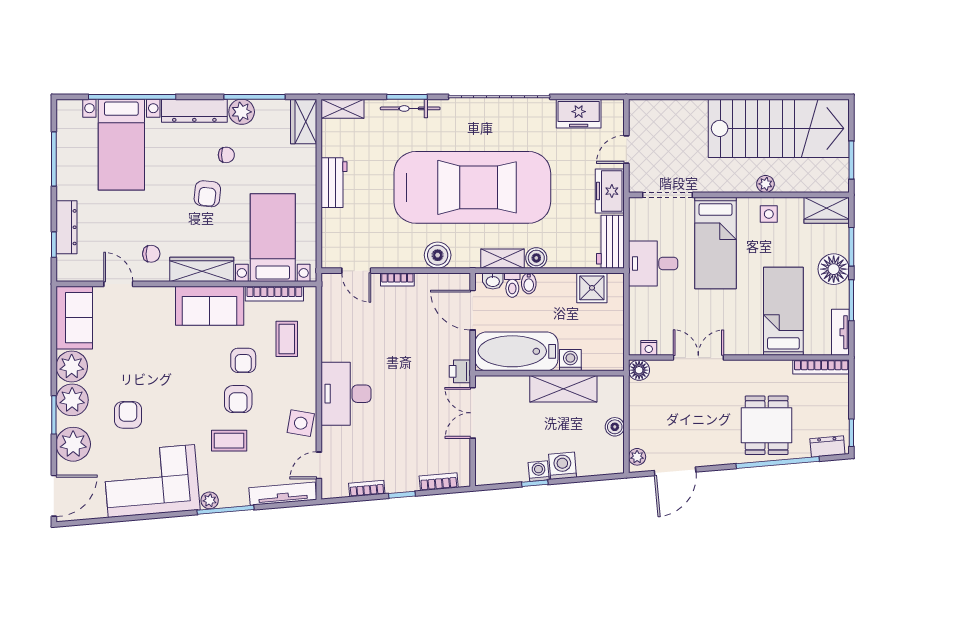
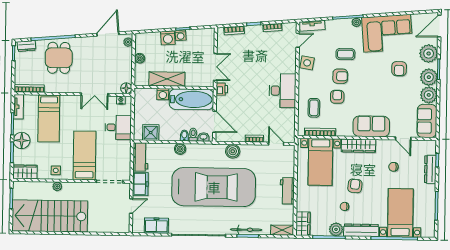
car: (472, 187) -> (214, 187), turned 180
chair: (151, 254) -> (393, 167), moved
shelving: (502, 259) -> (198, 149), removed
desk: (653, 263) -> (118, 127), moved
sofa: (210, 306) -> (371, 126), moved
desk: (346, 394) -> (282, 91), moved
armchair: (238, 399) -> (340, 76), turned 90
tv unit: (283, 494) -> (312, 26), width x0.71

